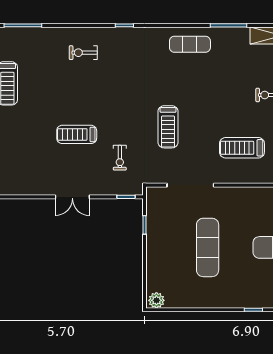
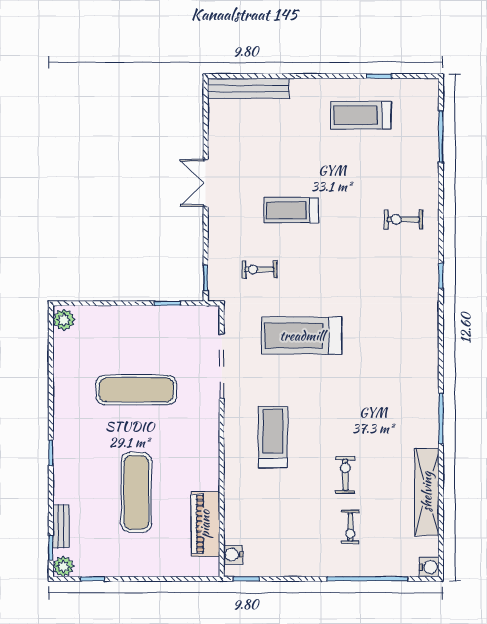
exercise mat: (190, 44) -> (415, 366), removed
exercise bike: (83, 53) -> (403, 219), turned -90
treadmill: (168, 127) -> (302, 336), width x1.37, depth x1.38
treadmill: (77, 134) -> (291, 210), turned -90
double door: (72, 197) -> (206, 183), moved

